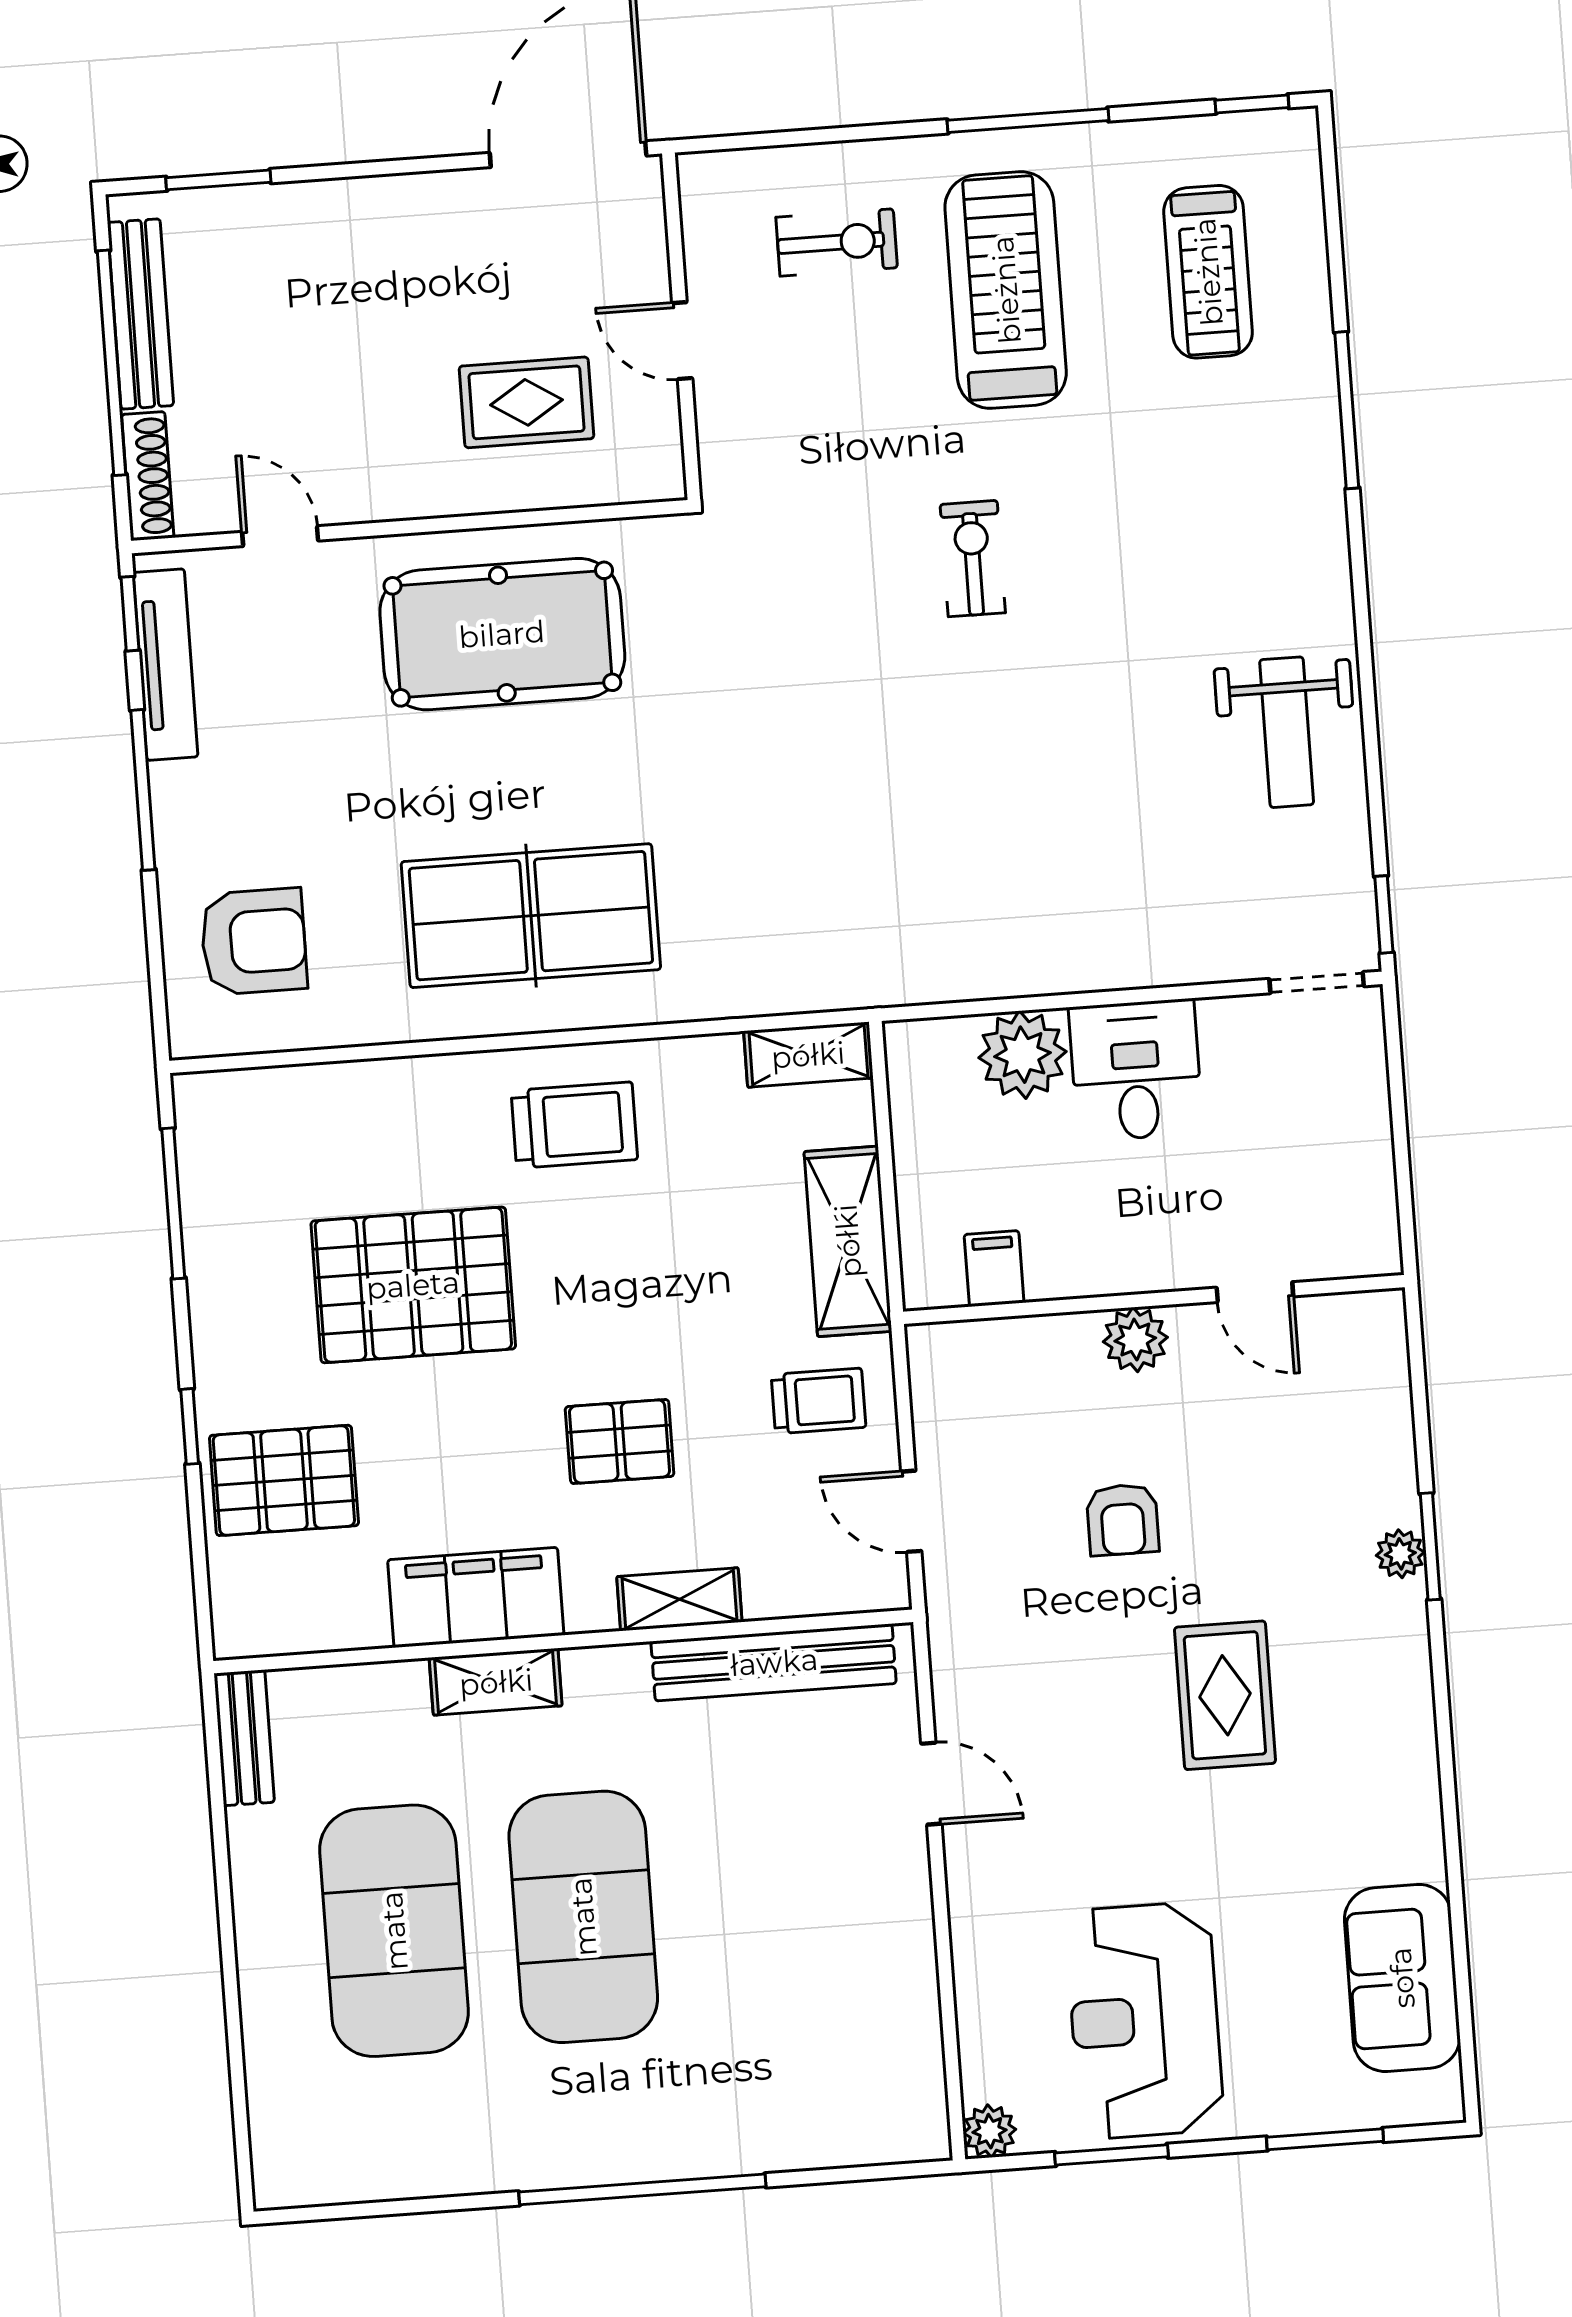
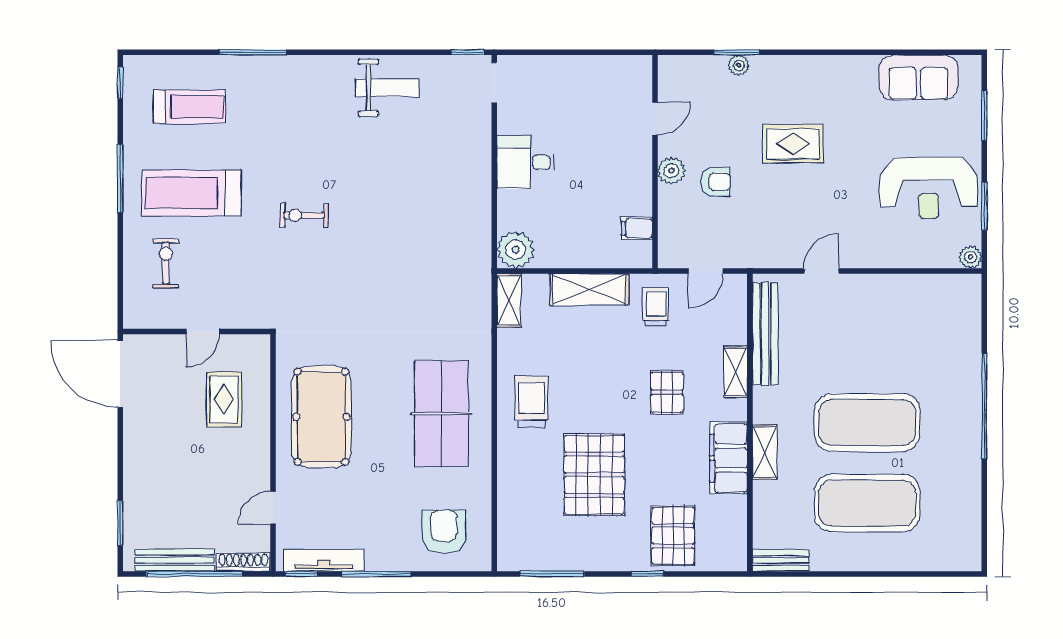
plant: (1023, 1055) -> (516, 250), moved
filing cabinet: (994, 1269) -> (637, 228), moved
door: (1255, 1292) -> (655, 119), moved
wall: (1154, 1299) -> (655, 162), moved
plant: (1135, 1340) -> (671, 171), moved

